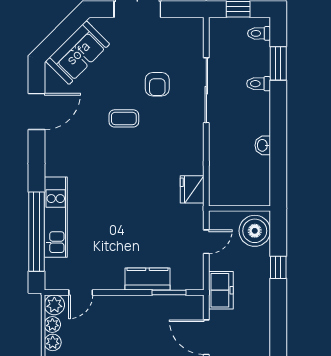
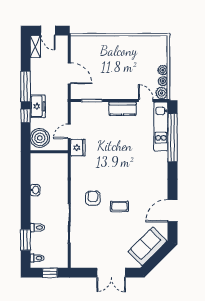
armchair: (157, 84) -> (93, 198), moved
fridge: (192, 189) -> (78, 148), moved
kitchen unit: (56, 217) -> (161, 126), moved
kitchen counter: (148, 279) -> (123, 109), moved
freezer: (221, 290) -> (38, 106), moved, turned 180
door: (81, 292) -> (146, 101), hinge flipped
window: (278, 316) -> (26, 87), added

